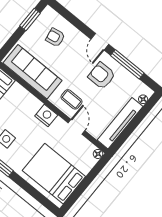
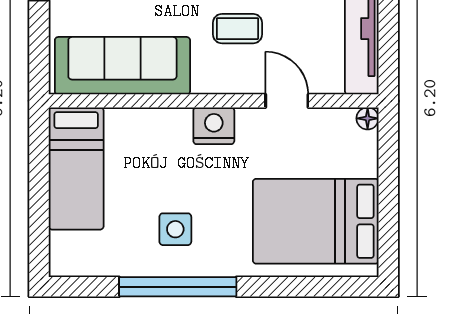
coffee table: (72, 99) -> (238, 29), moved

